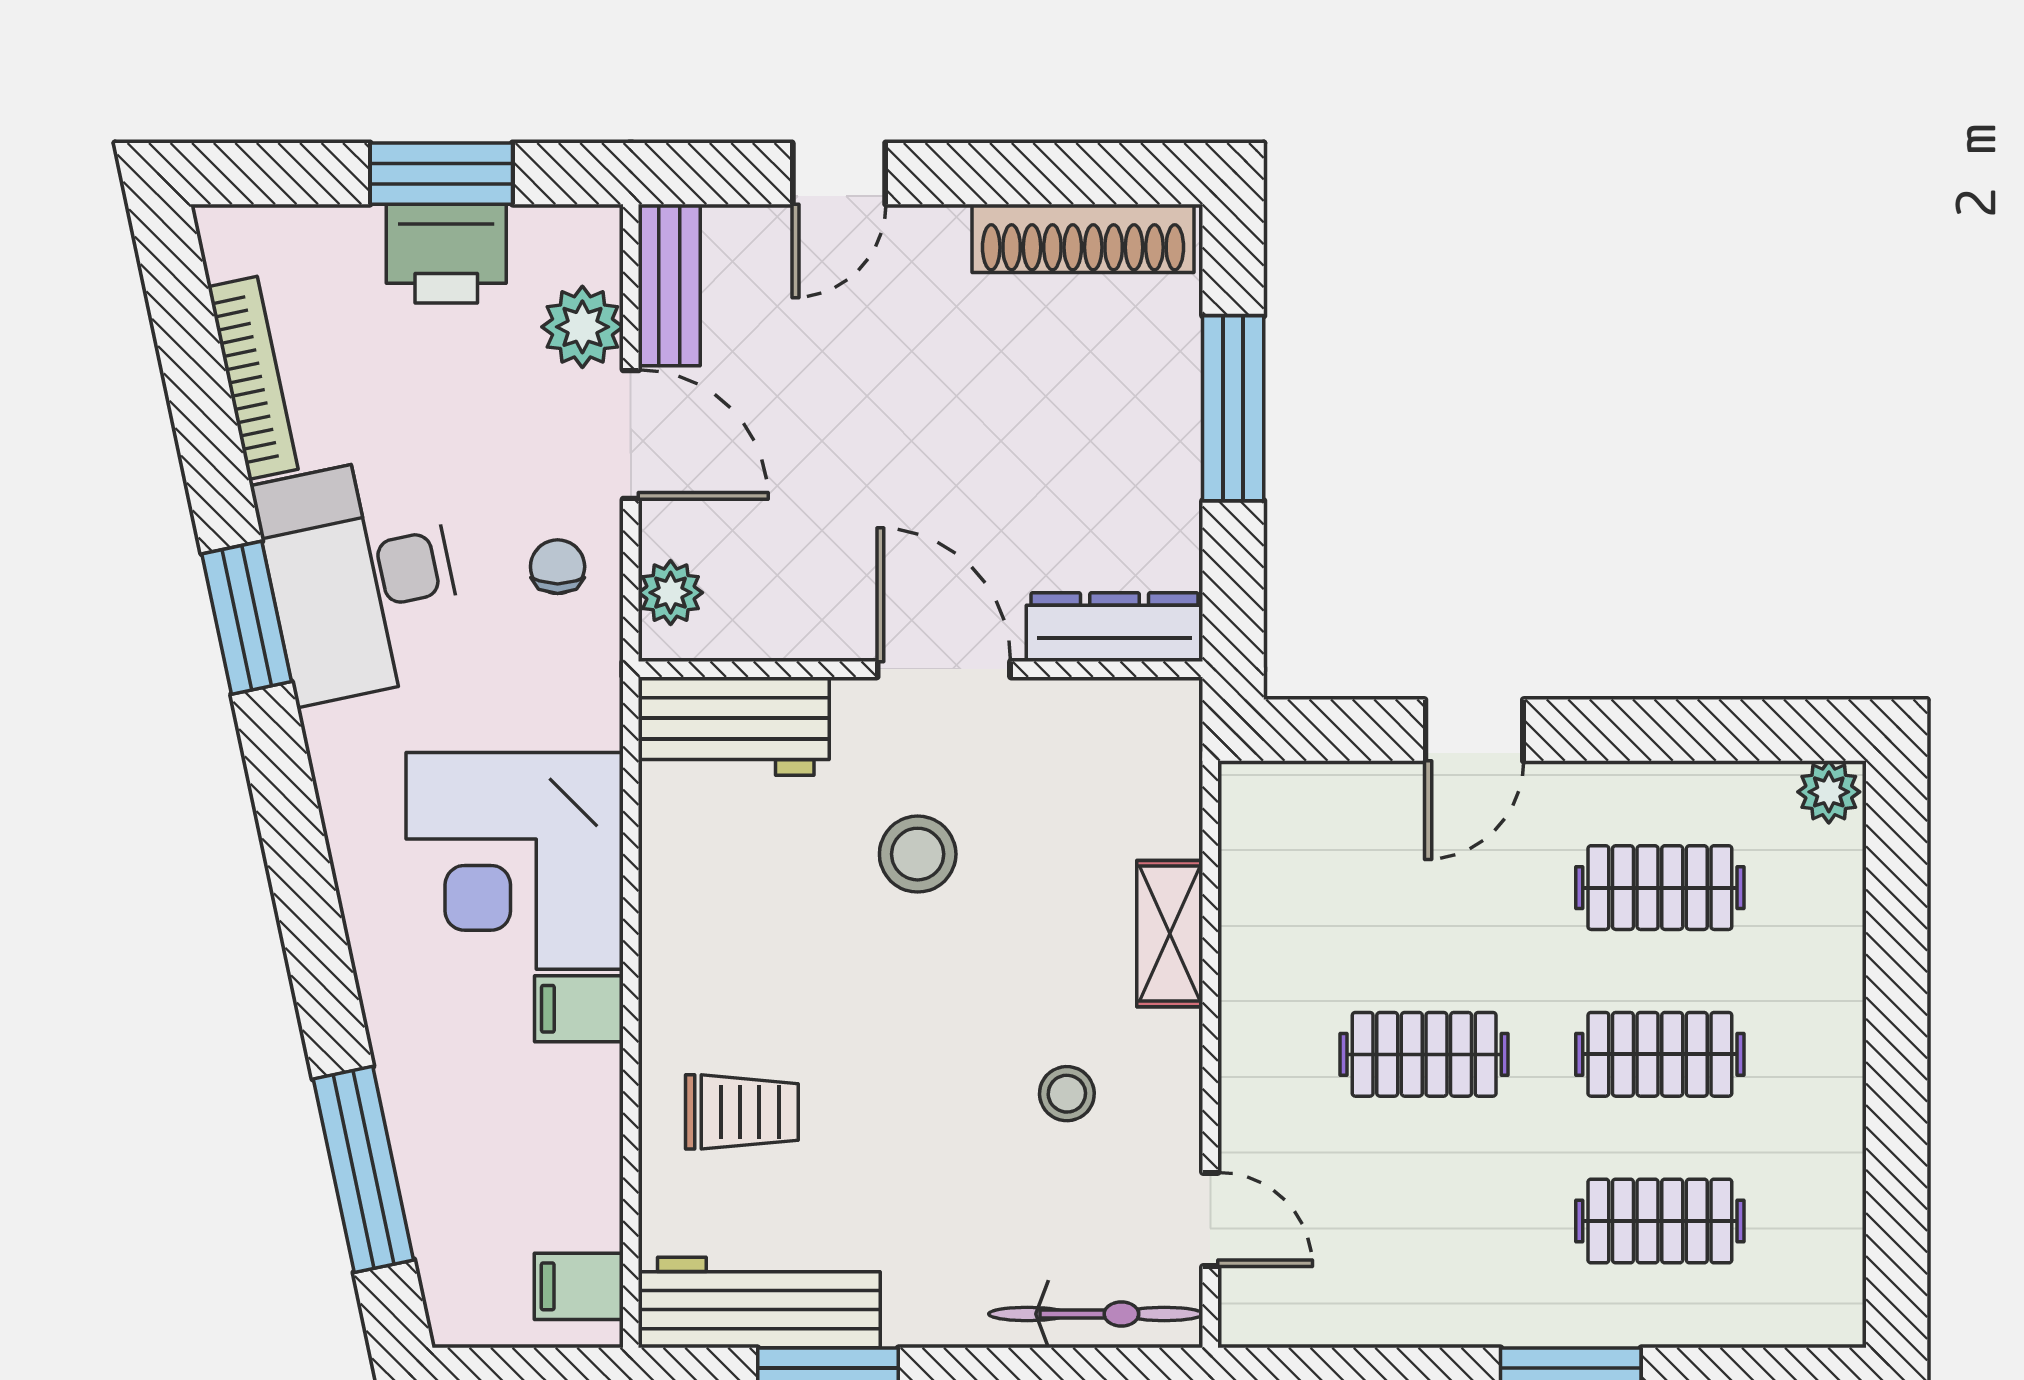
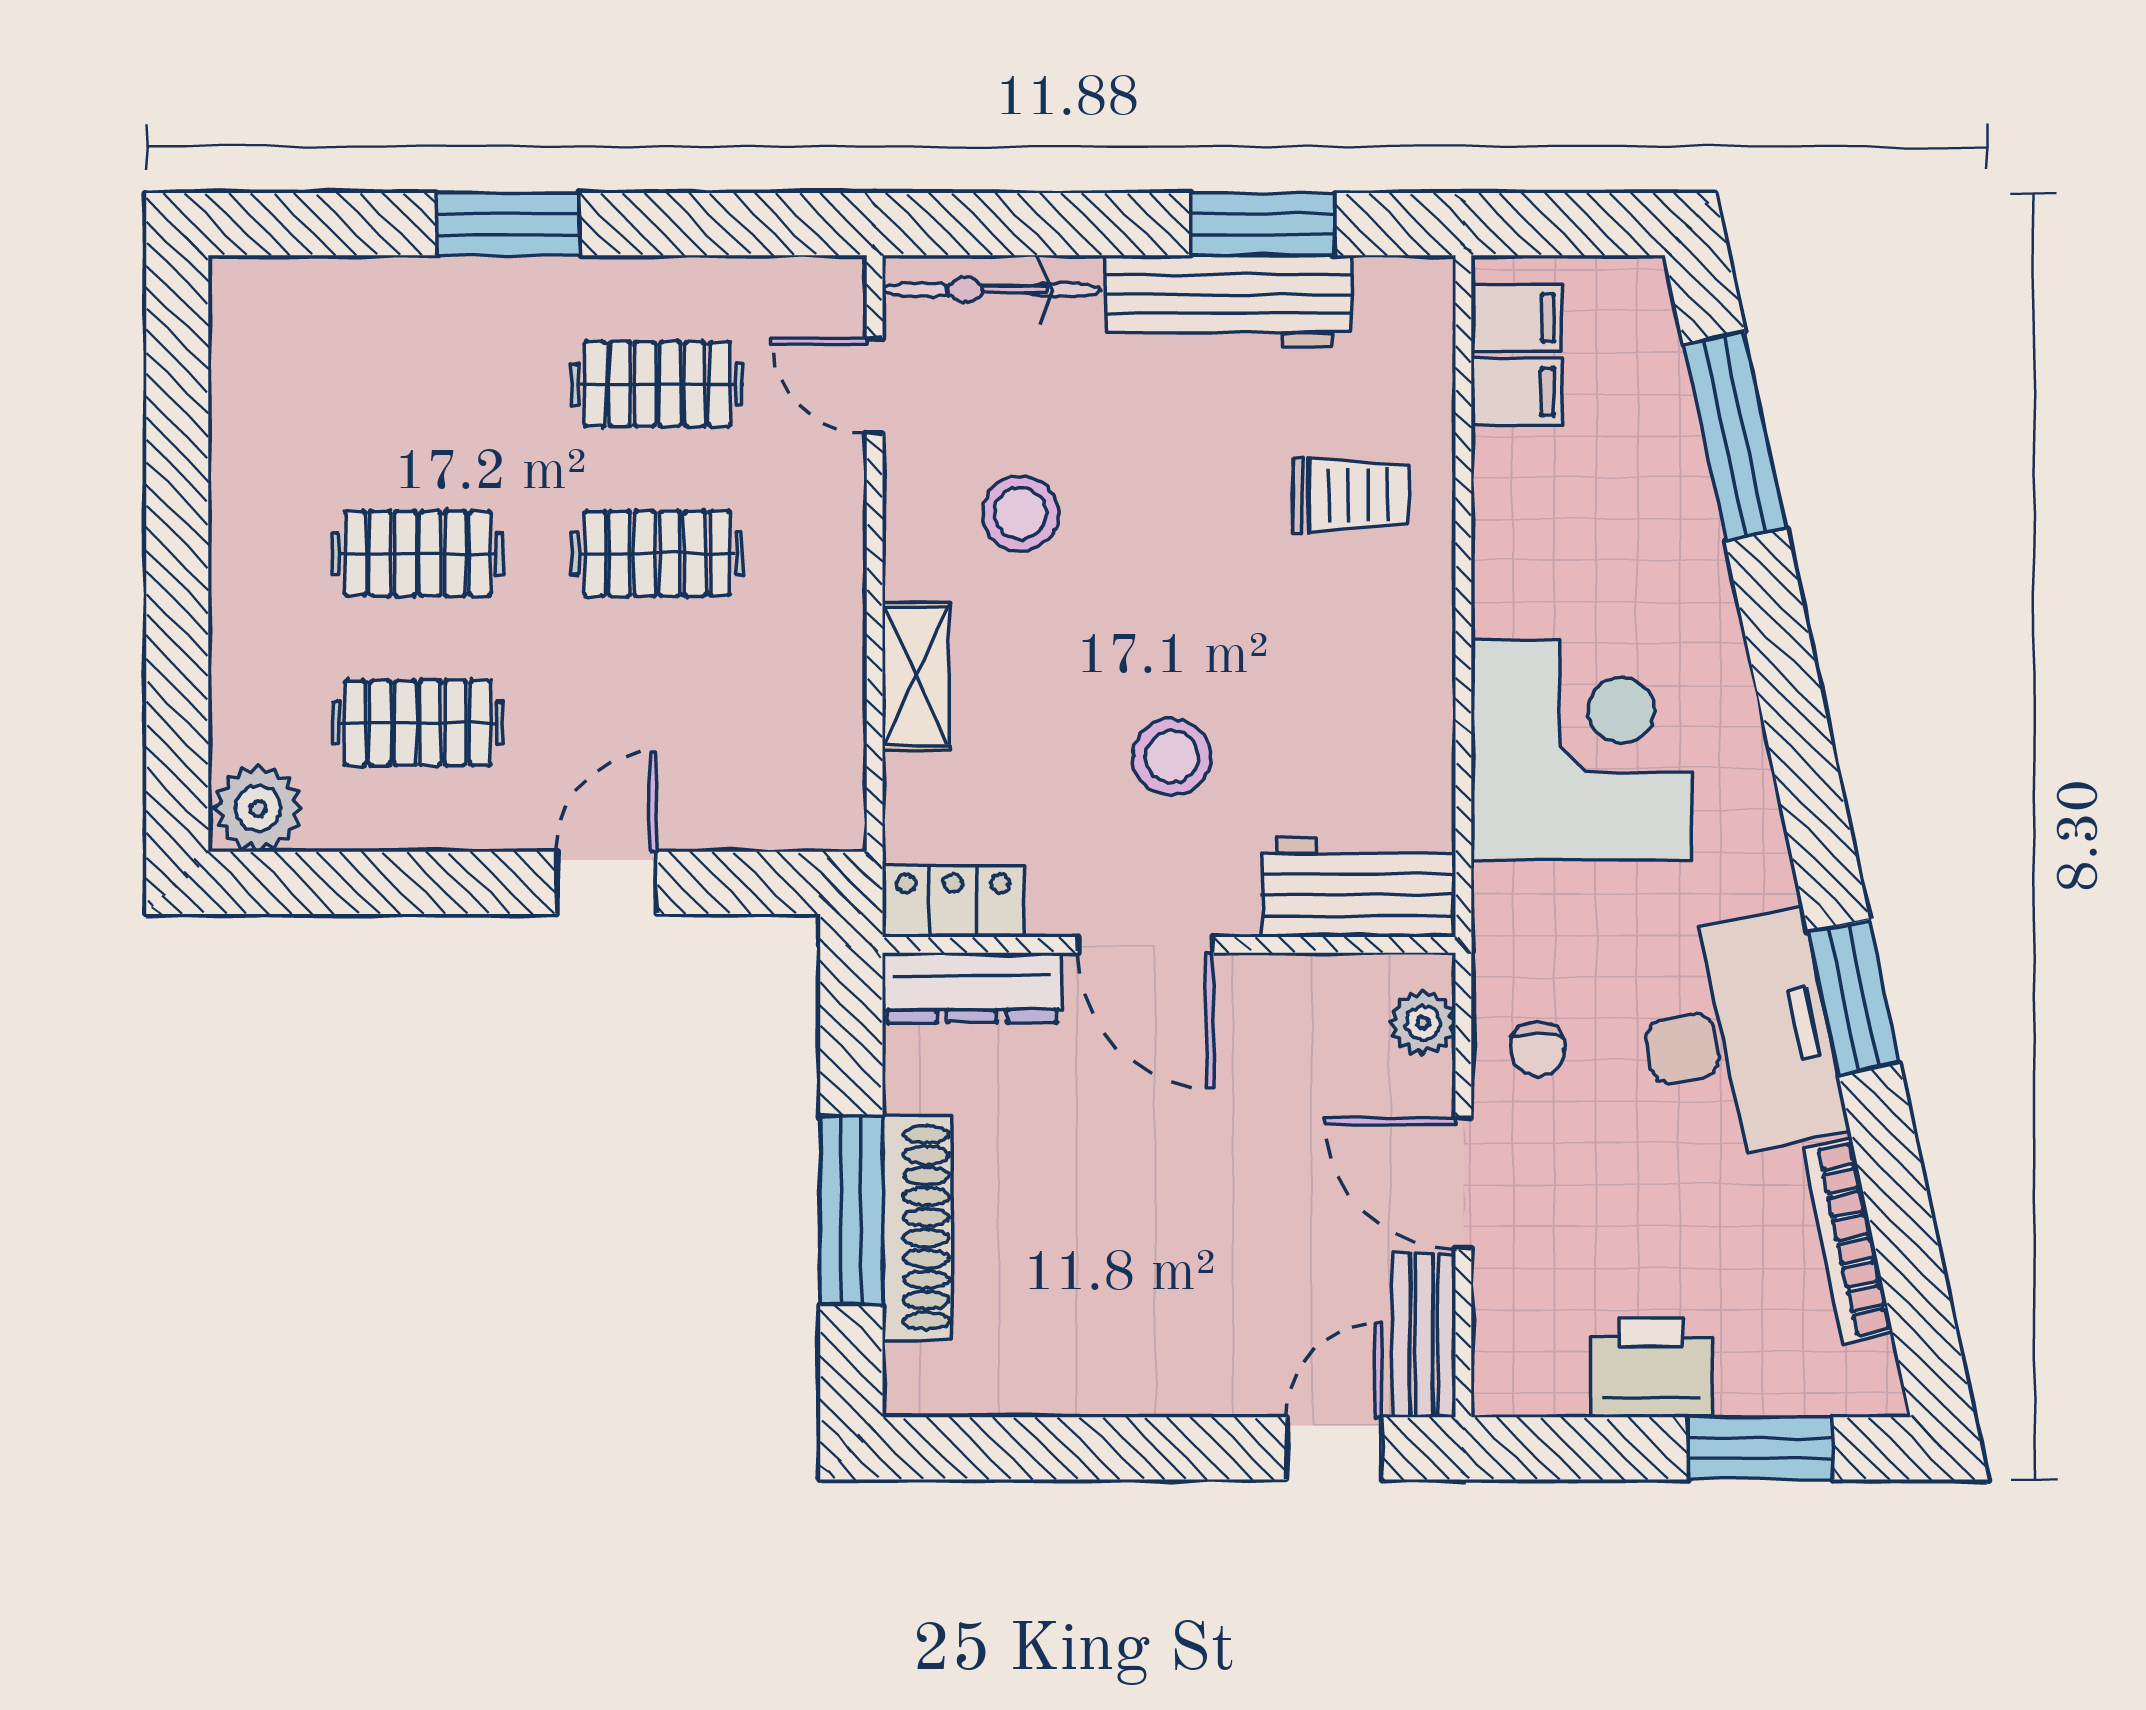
window: (441, 174) -> (1760, 1448), moved
door: (839, 174) -> (1334, 1448), moved
shoe rack: (1083, 238) -> (917, 1228), moved, turned 90
plant: (582, 327) -> (1513, 1293), removed
locker: (1133, 712) -> (953, 901), added
plant: (1829, 792) -> (258, 808), width x1.38, depth x1.38
filing cabinet: (579, 1009) -> (1516, 392), moved
stool: (1067, 1094) -> (1020, 514), width x1.37, depth x1.37
trolley: (742, 1112) -> (1351, 495), turned 180
clothes rail: (1660, 1221) -> (657, 384), moved
workbench: (759, 1302) -> (1229, 301), moved

